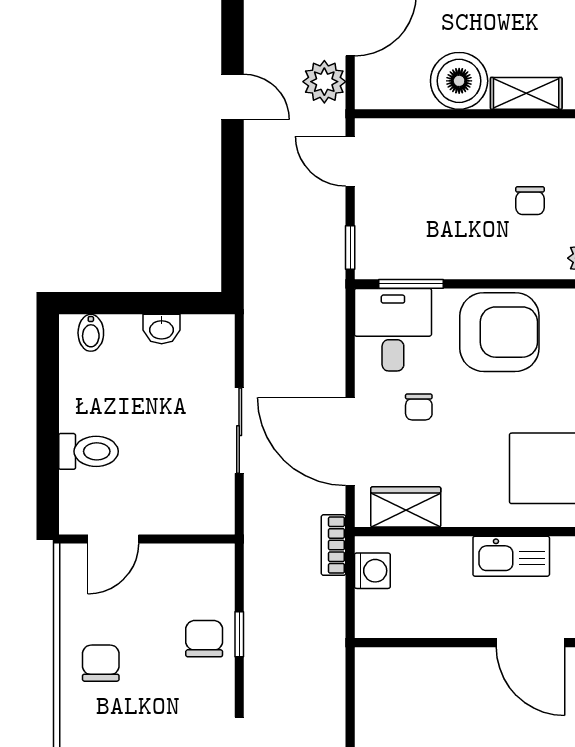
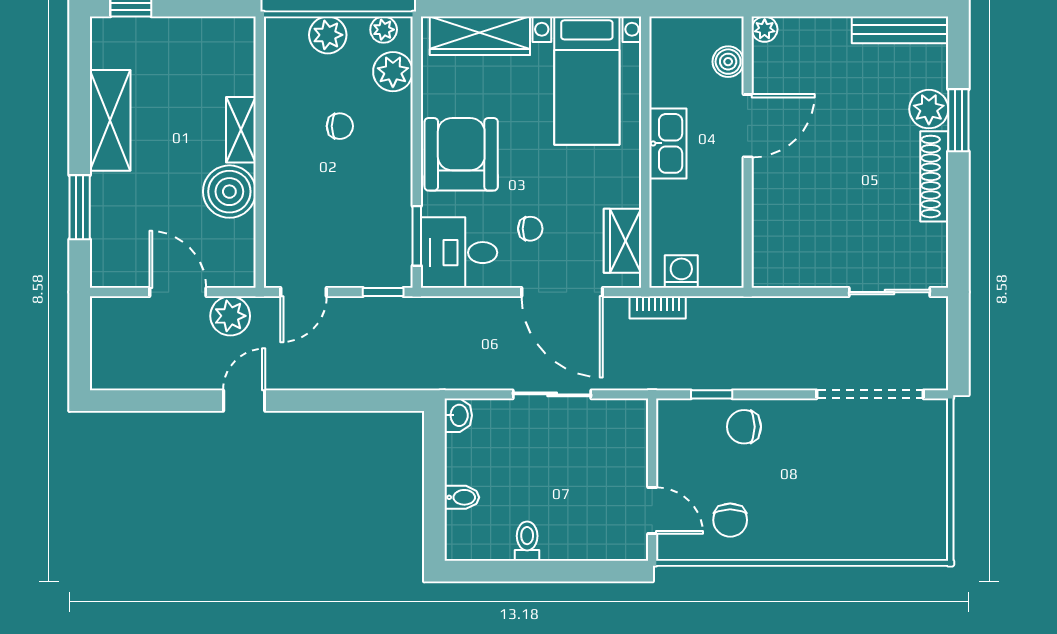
washbasin: (162, 329) -> (458, 415), moved
bidet: (91, 333) -> (462, 497), moved
door: (350, 442) -> (562, 292), hinge flipped
toilet: (88, 451) -> (527, 541), moved, width x0.73, depth x0.72
window: (239, 634) -> (712, 394), moved
chair: (101, 663) -> (730, 520), moved, turned -90

